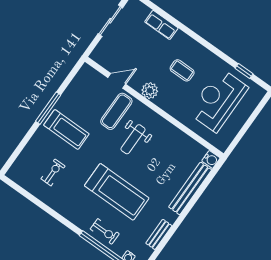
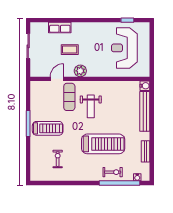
coffee table: (182, 70) -> (70, 50), moved

